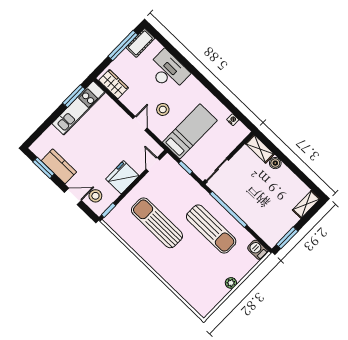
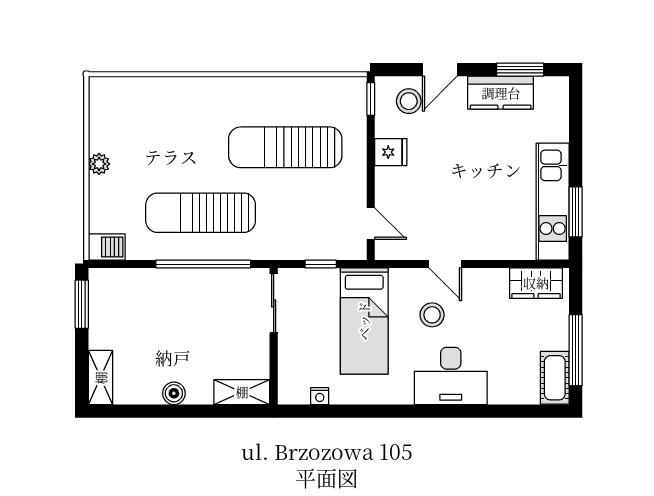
desk: (168, 71) -> (451, 376), moved
boiler: (275, 163) -> (174, 393), moved
fridge: (122, 177) -> (391, 152), width x0.53, depth x0.75
sun lounger: (157, 223) -> (285, 147), turned 180

